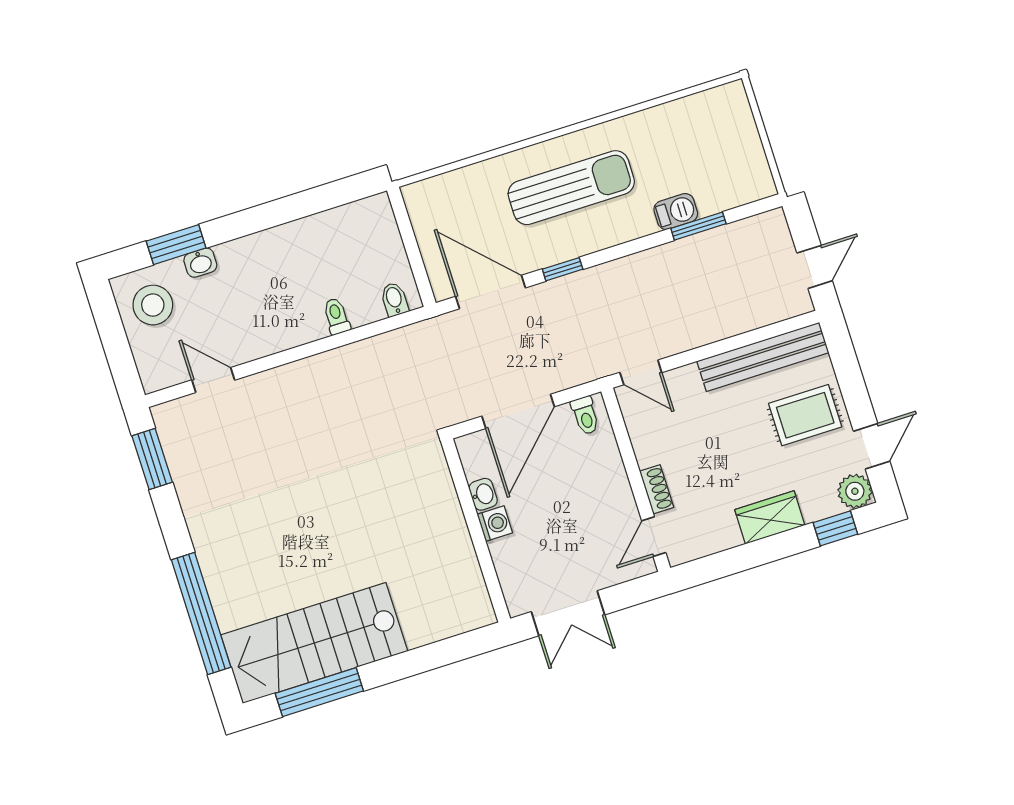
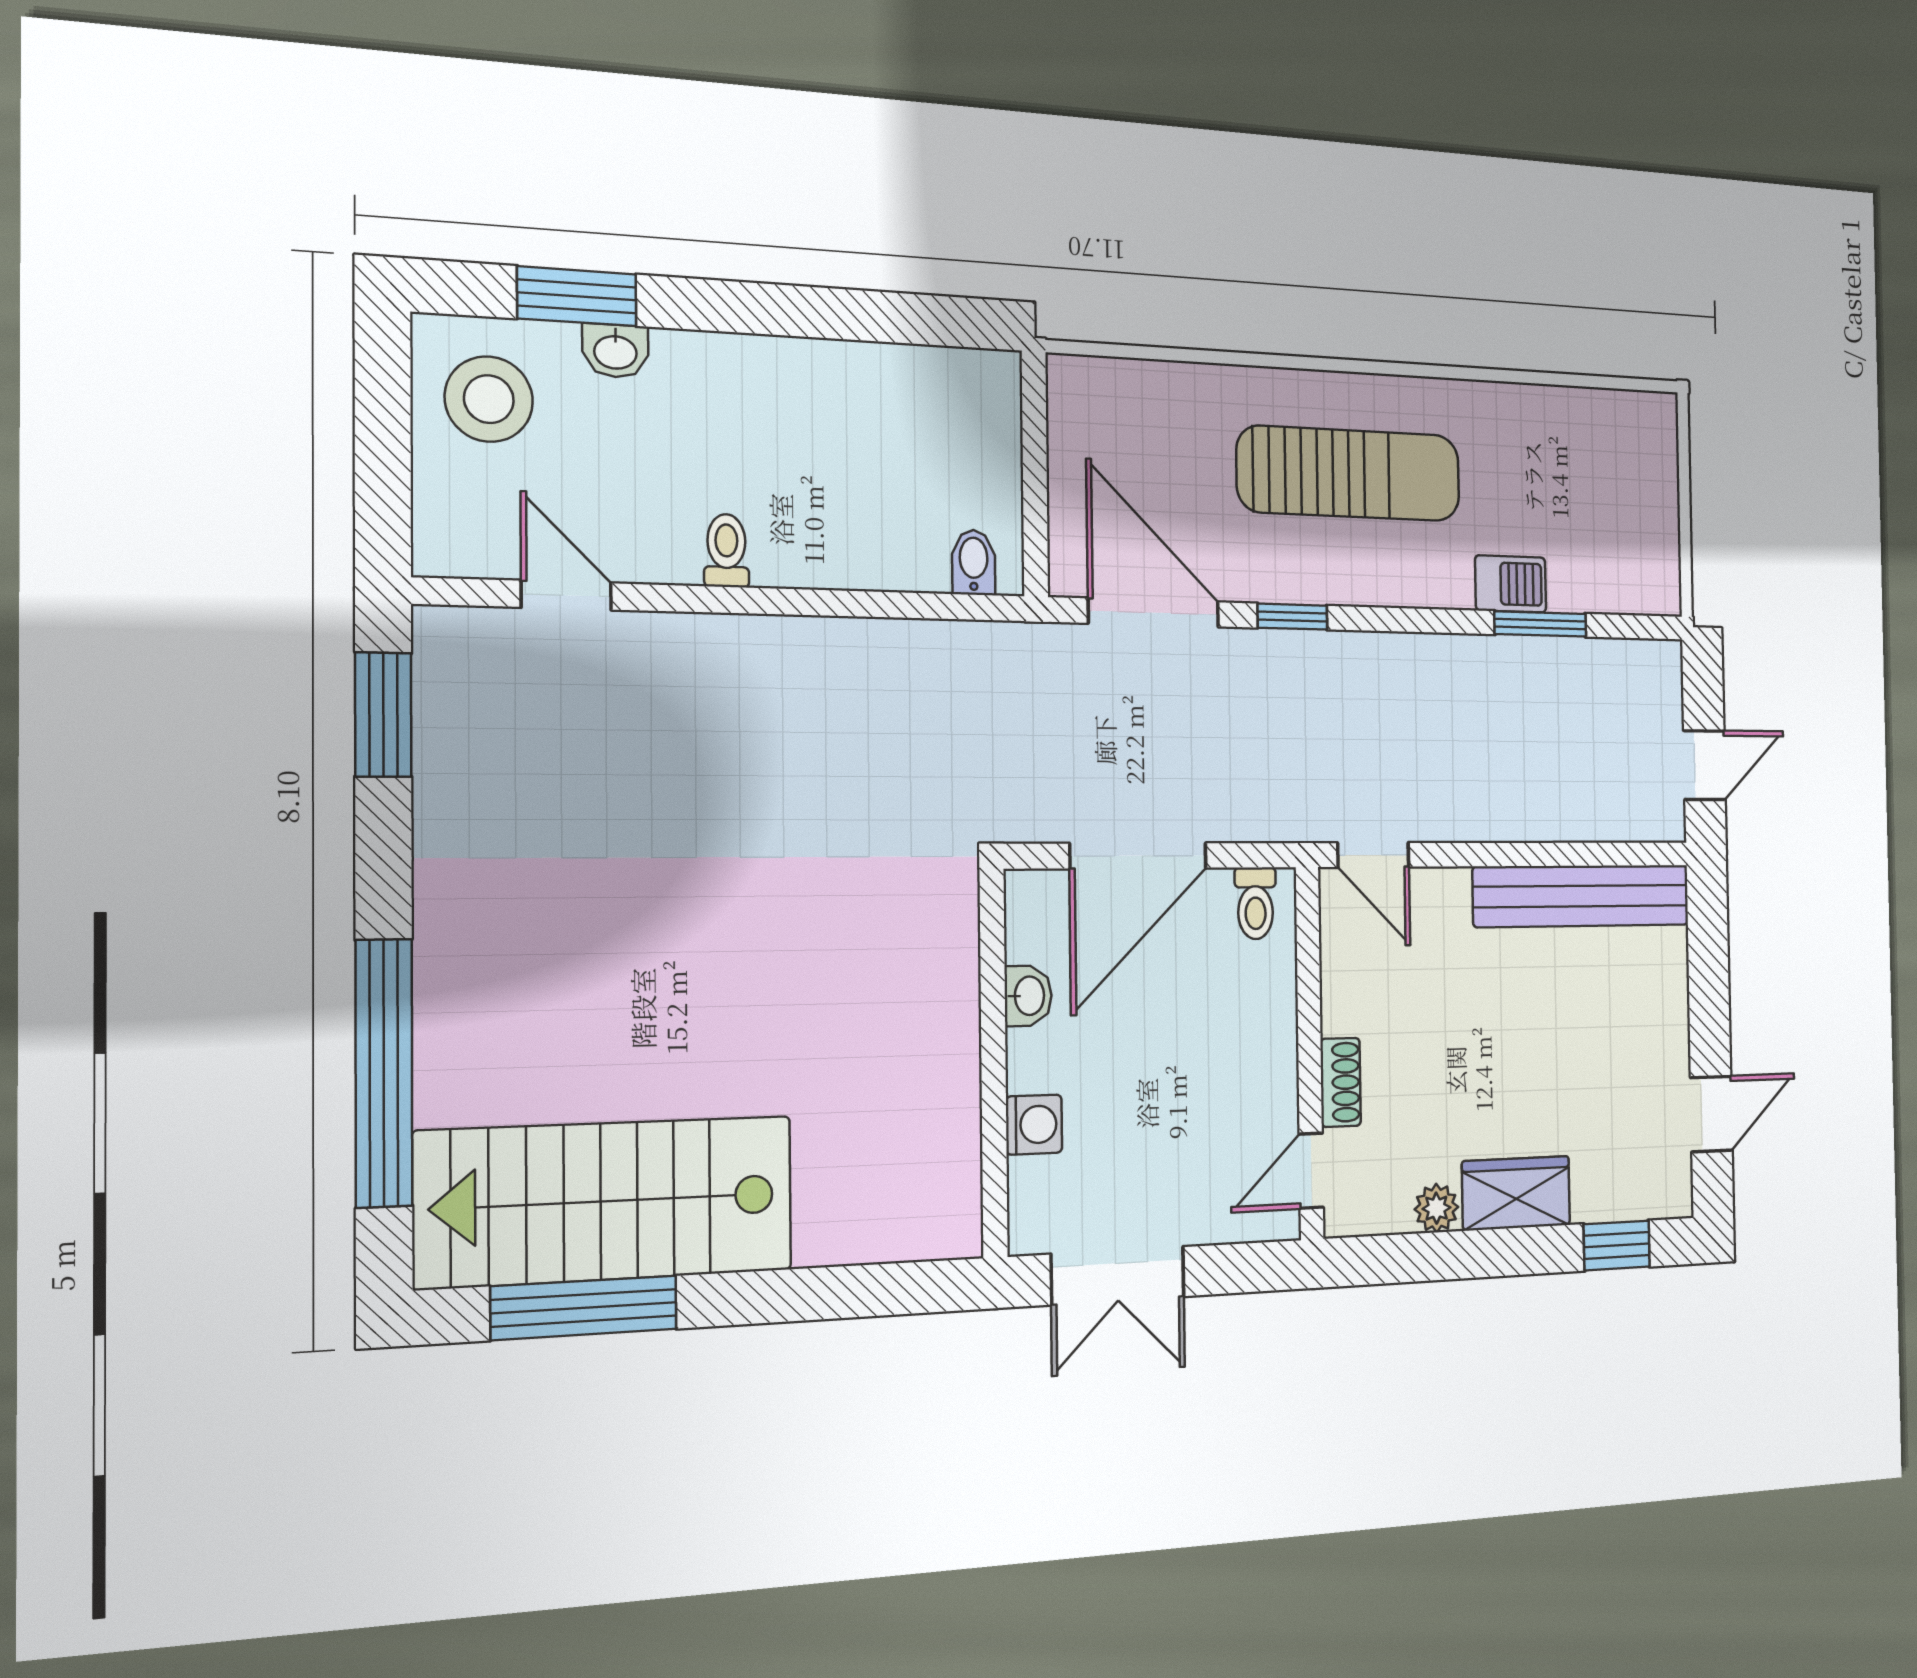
toilet: (336, 316) -> (726, 551), moved
rug: (805, 415) -> (1622, 1024), removed
plant: (855, 491) -> (1436, 1208), moved, width x0.73, depth x0.73
washing machine: (495, 524) -> (1034, 1125), moved

